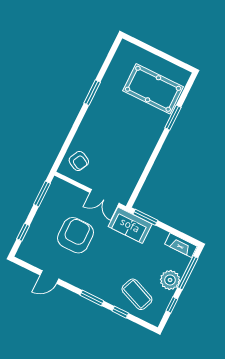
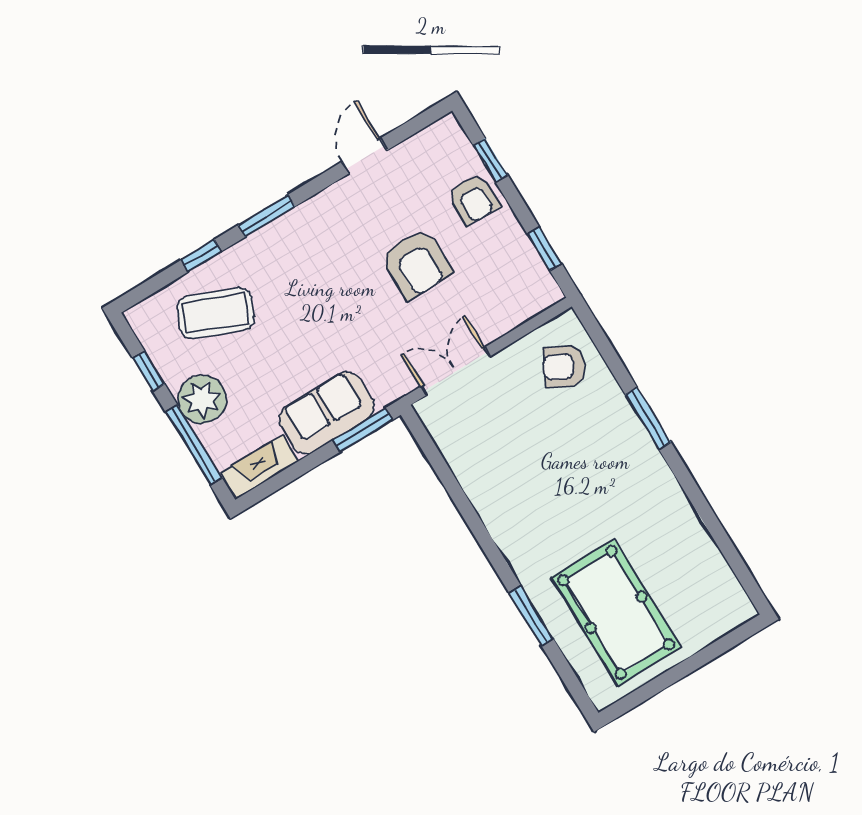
pool table: (153, 89) -> (616, 612), turned 90
window: (92, 93) -> (648, 418), moved
window: (42, 194) -> (545, 249), width x0.67
sofa: (130, 225) -> (327, 413), moved
armchair: (40, 229) -> (474, 199), added
armchair: (75, 235) -> (416, 264), width x0.73, depth x0.73

